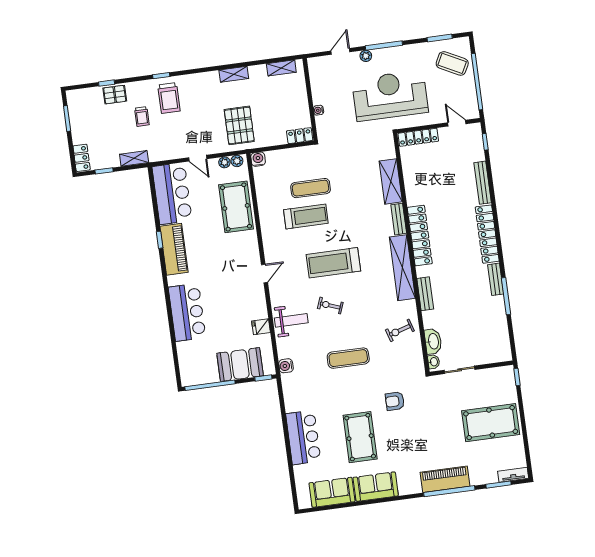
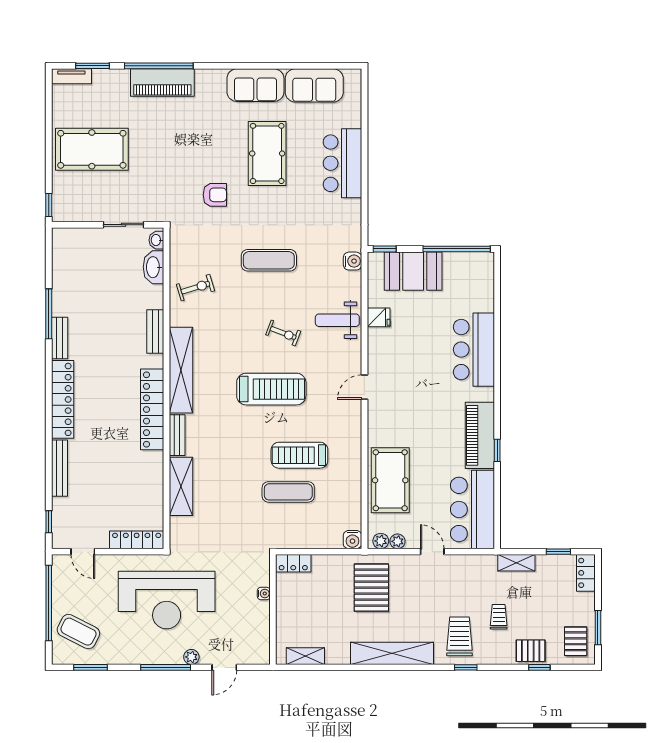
shelving: (234, 74) -> (392, 653), width x2.20, depth x1.33
pallet: (82, 106) -> (576, 641), added

